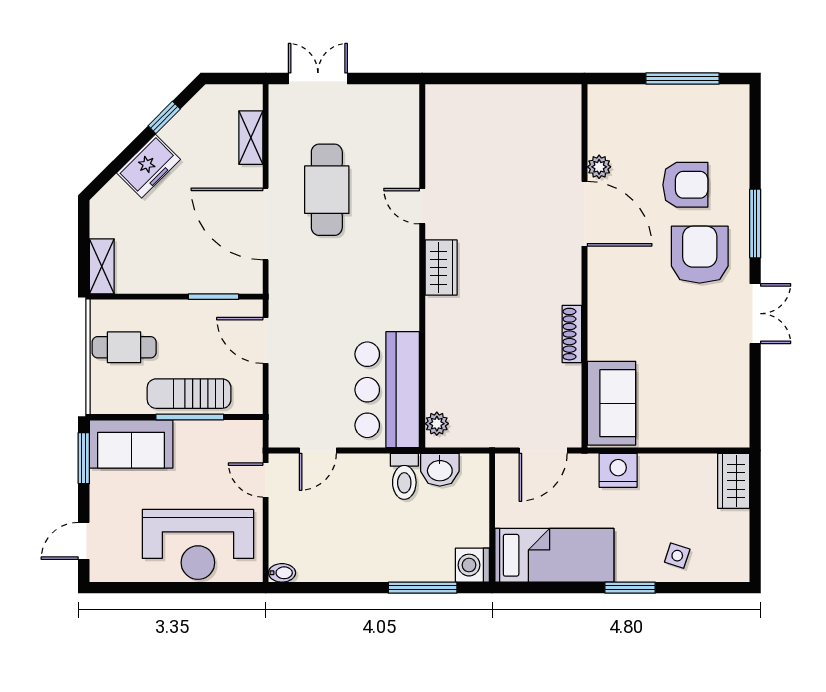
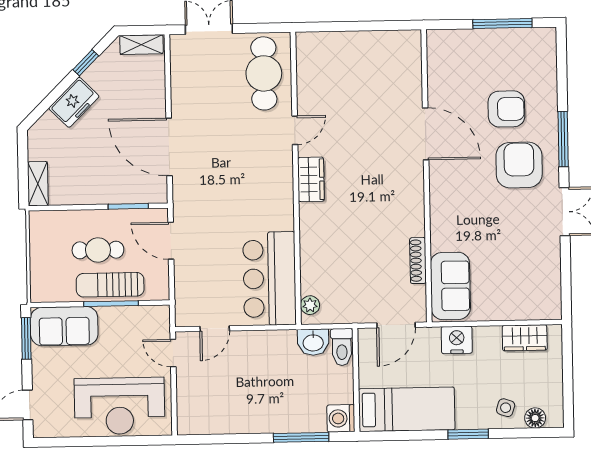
shelving: (251, 138) -> (141, 45), moved, turned 90
plant: (599, 167) -> (437, 96), removed
cafe table: (327, 190) -> (264, 73), moved
door: (422, 206) -> (295, 130), swing flipped
shoe rack: (572, 334) -> (418, 261), moved
cafe table: (124, 347) -> (98, 250), moved
toilet: (404, 476) -> (342, 347), moved
wardrobe: (734, 481) -> (525, 338), moved, turned -90
floor lamp: (714, 569) -> (535, 418), added
bidet: (282, 573) -> (188, 428), removed

